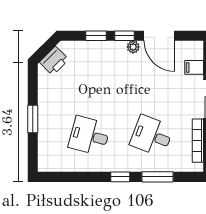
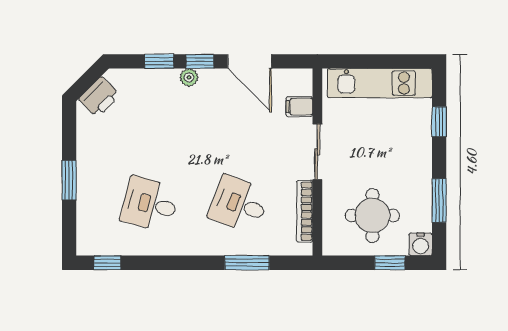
plant: (133, 47) -> (189, 77), moved
window: (120, 177) -> (107, 263), moved

